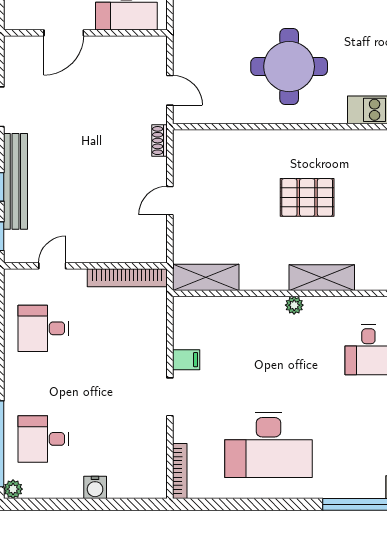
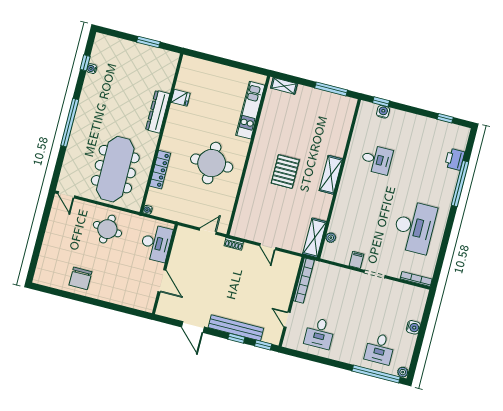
plant: (294, 305) -> (331, 238), moved

